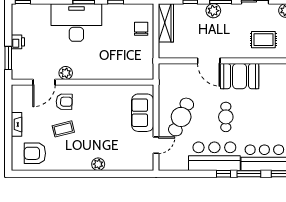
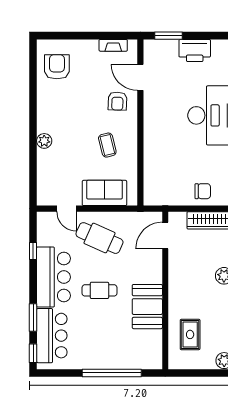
printer: (18, 42) -> (195, 50), width x1.87, depth x1.48
door: (209, 61) -> (165, 235), moved
plant: (66, 73) -> (151, 103), removed
fireplace: (17, 124) -> (113, 45), moved
coffee table: (63, 129) -> (107, 145), moved
window: (224, 174) -> (33, 251), moved

